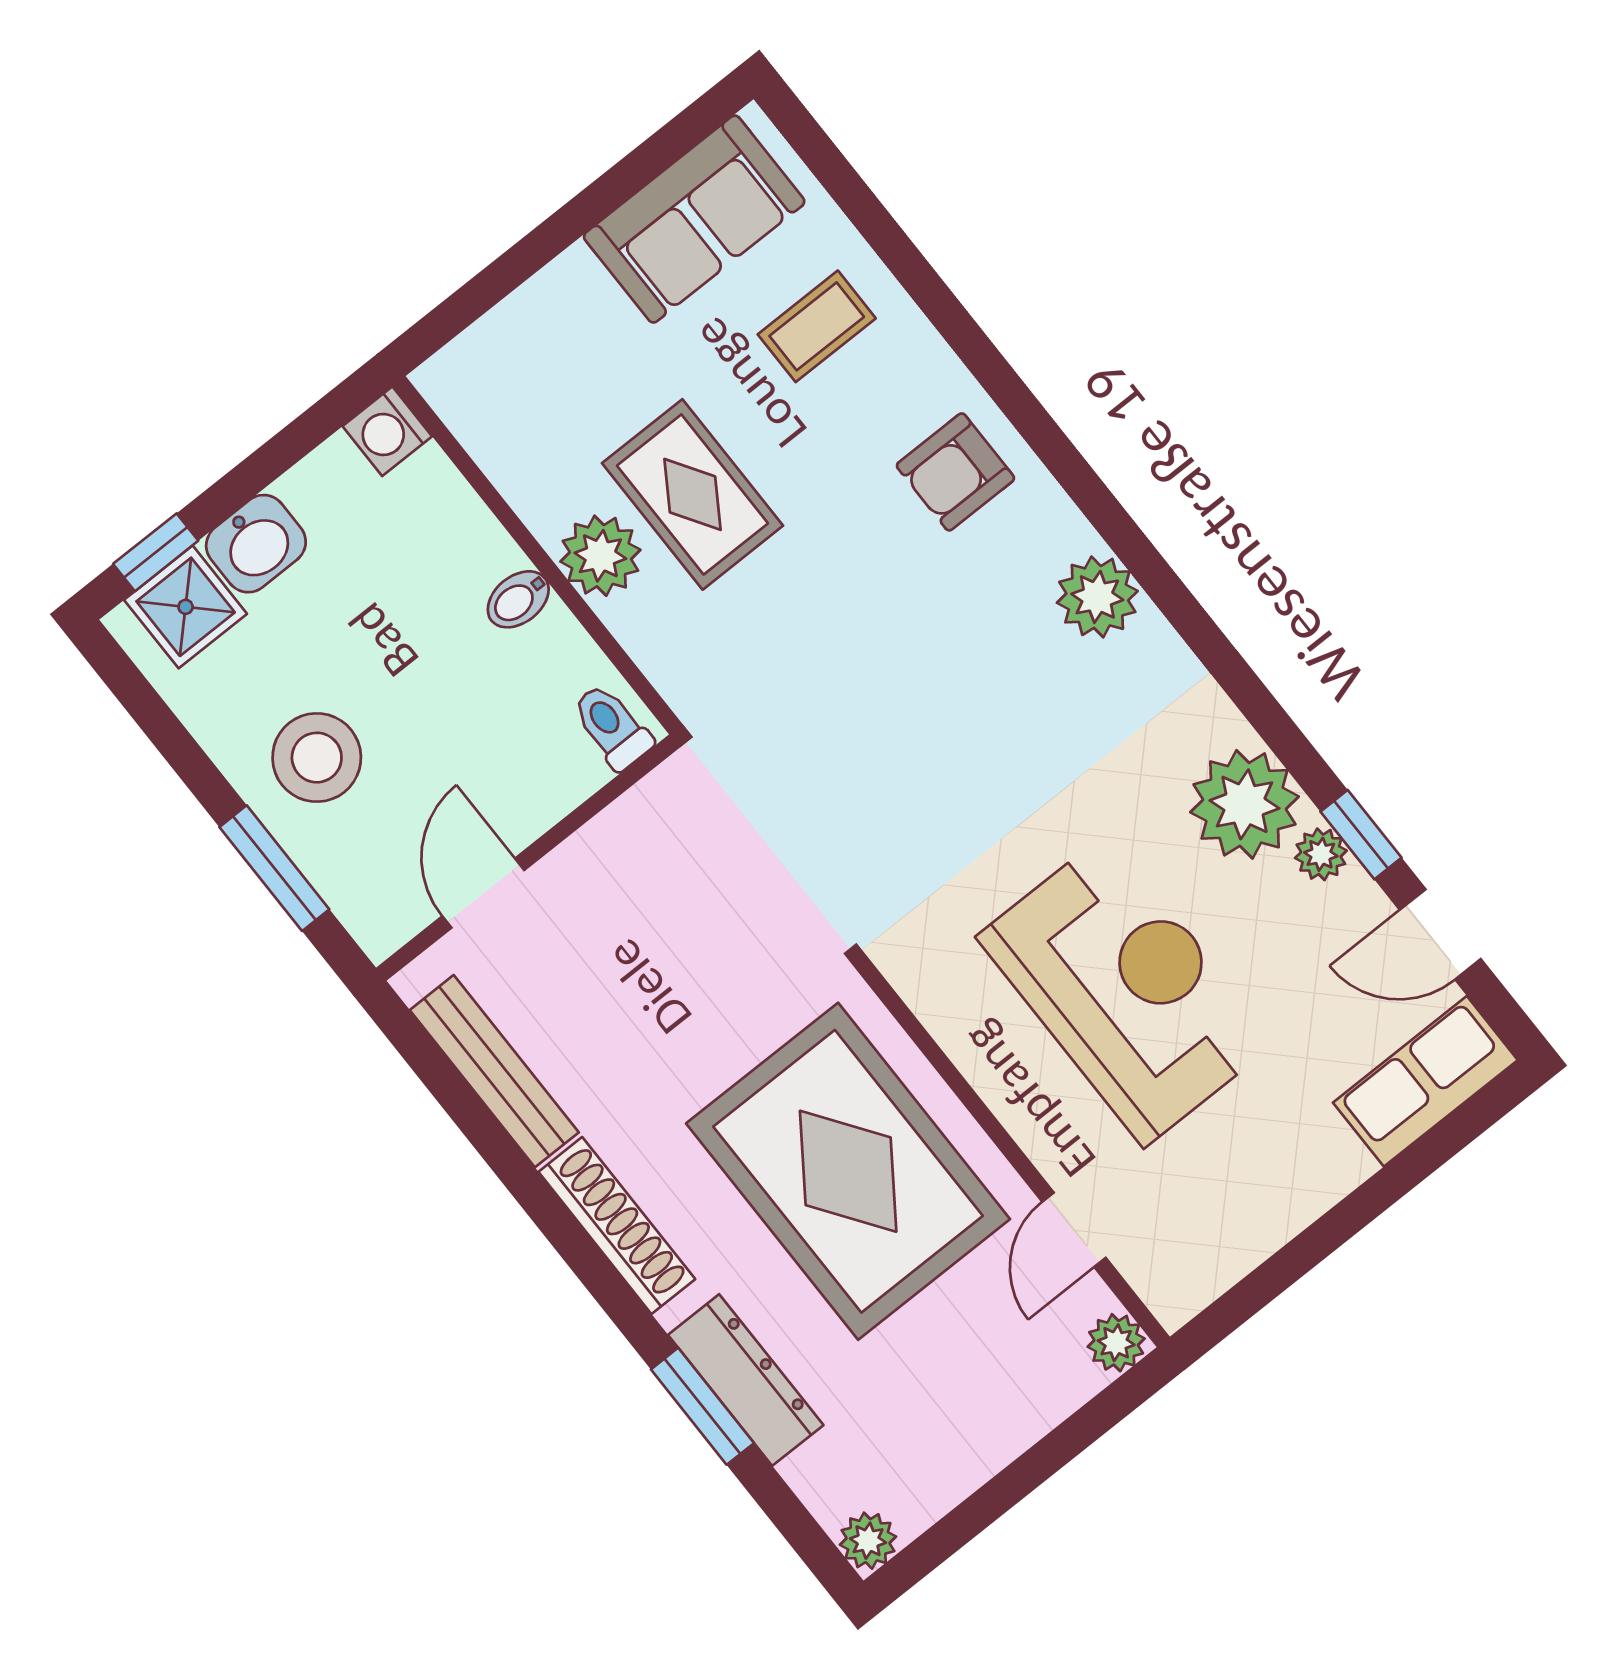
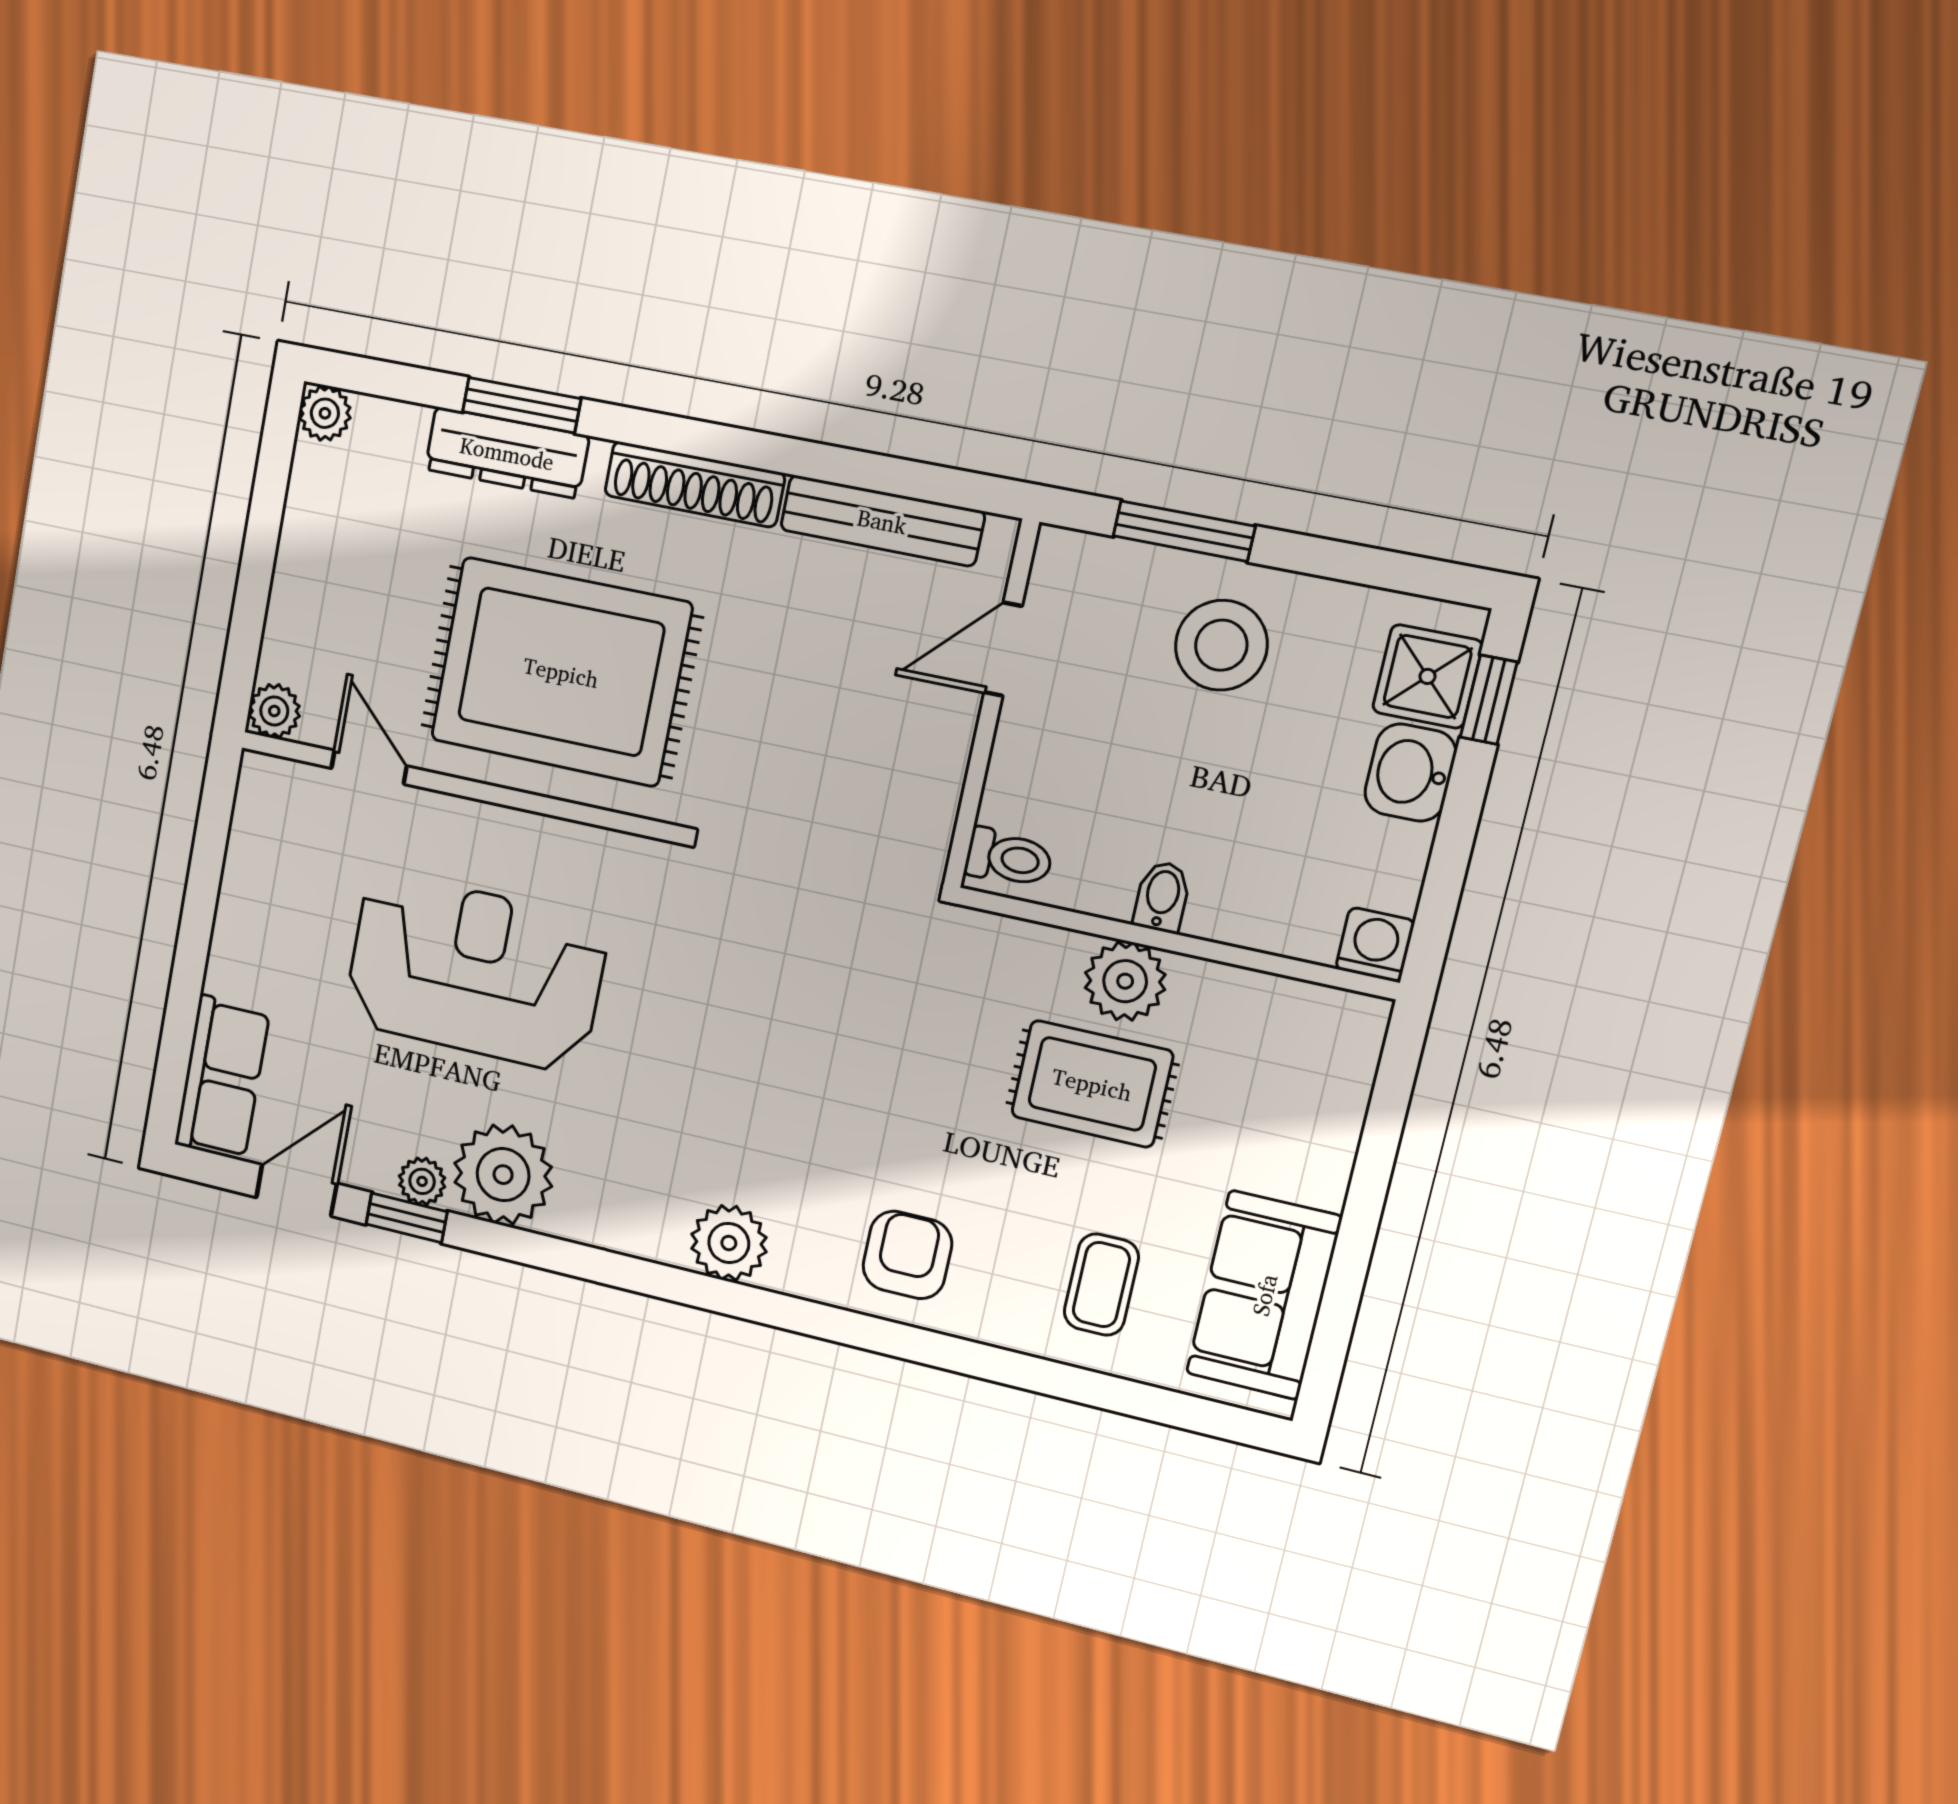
door: (483, 893) -> (1003, 649), swing flipped
reception desk: (1126, 990) -> (475, 972), turned 180

